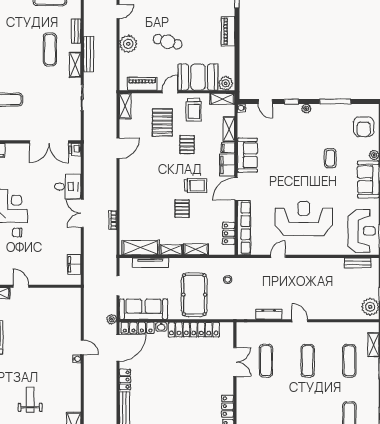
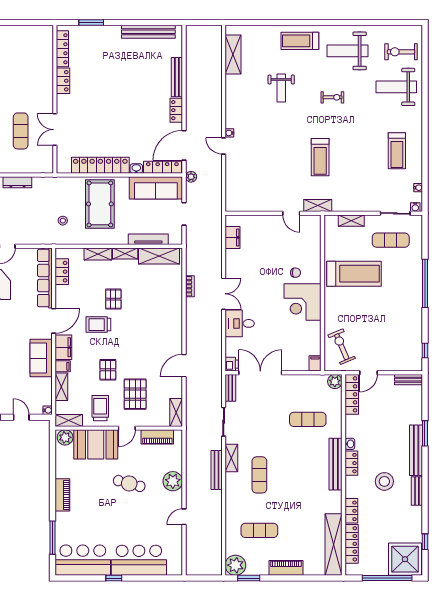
bench: (76, 31) -> (230, 388), moved

